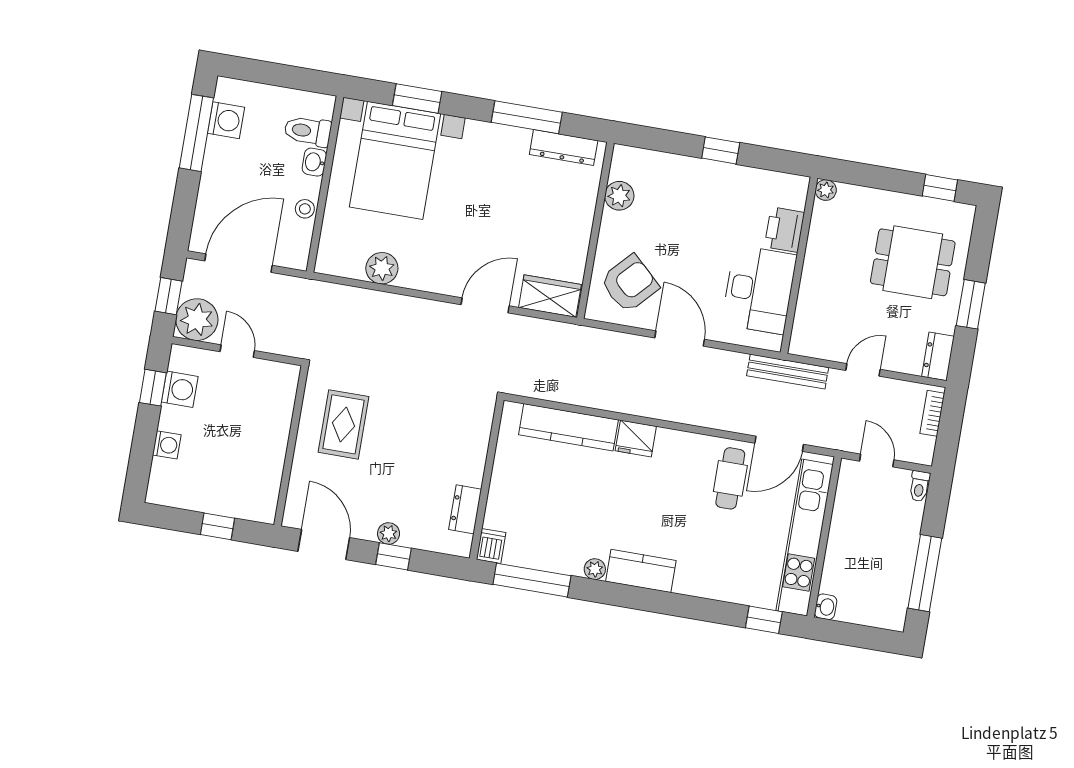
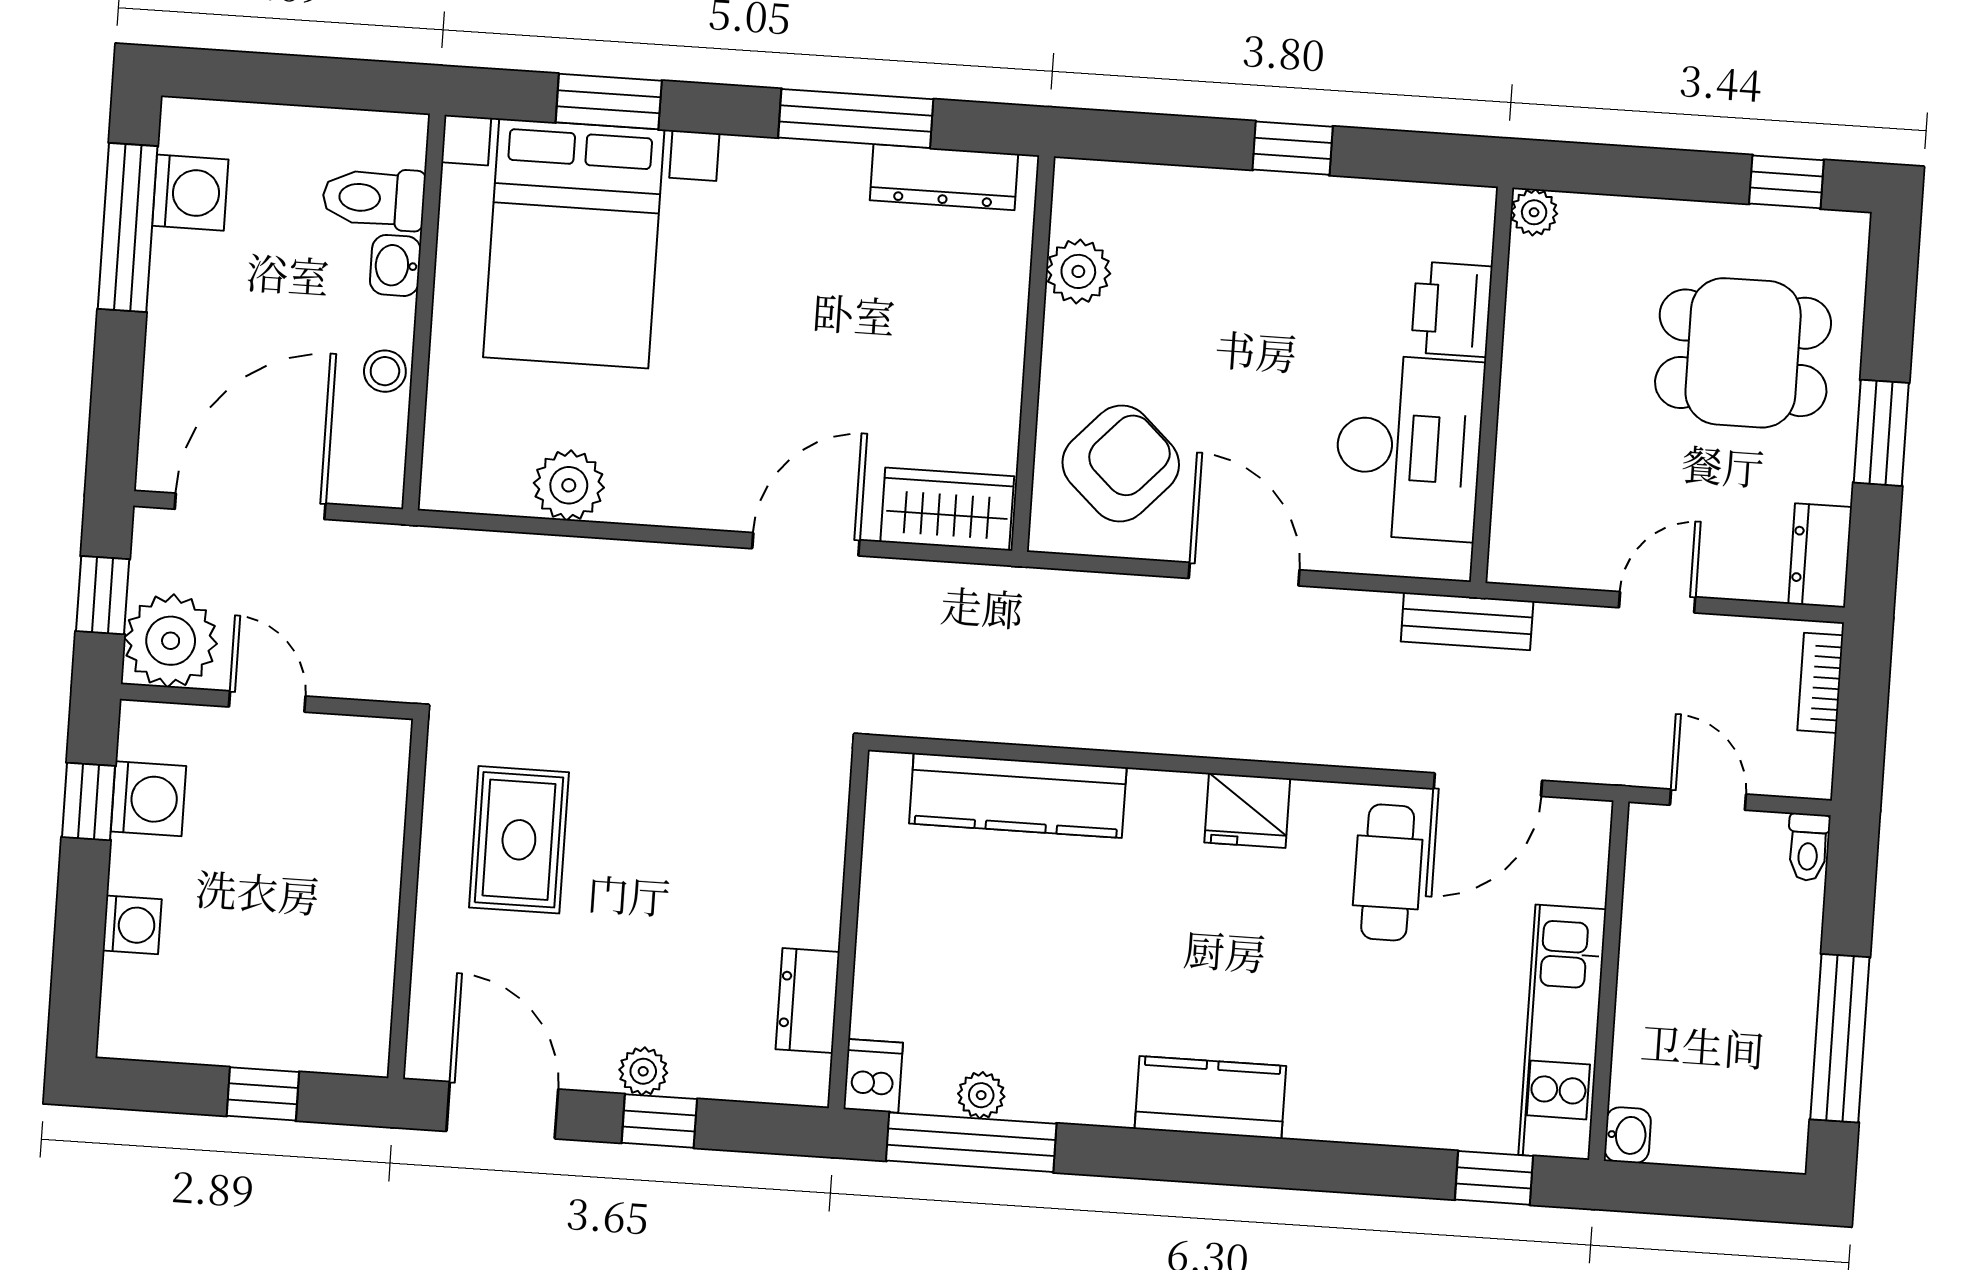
bench: (788, 372) -> (1467, 621), width x0.73
fridge: (636, 438) -> (1247, 811), moved
kitchen unit: (805, 538) -> (1562, 1032), width x0.73
plant: (595, 569) -> (981, 1095), moved

